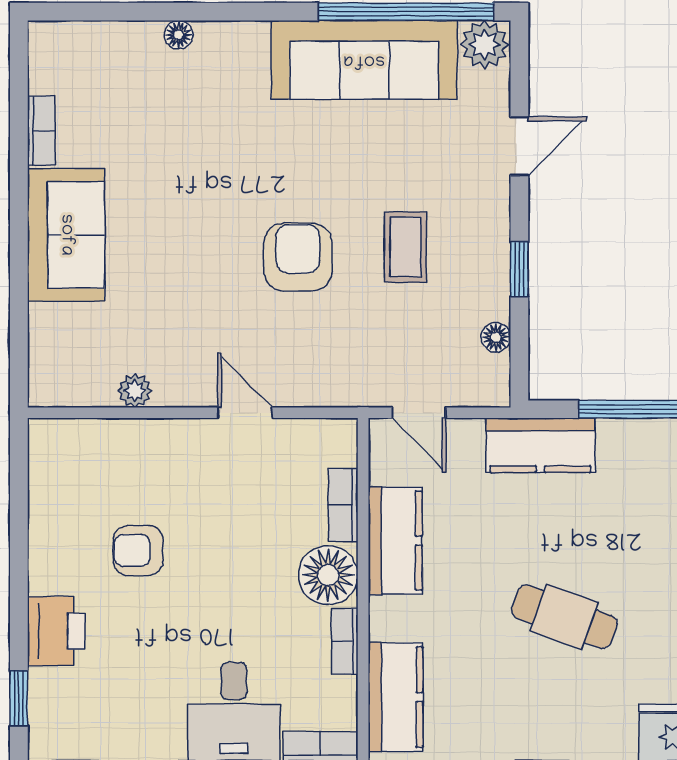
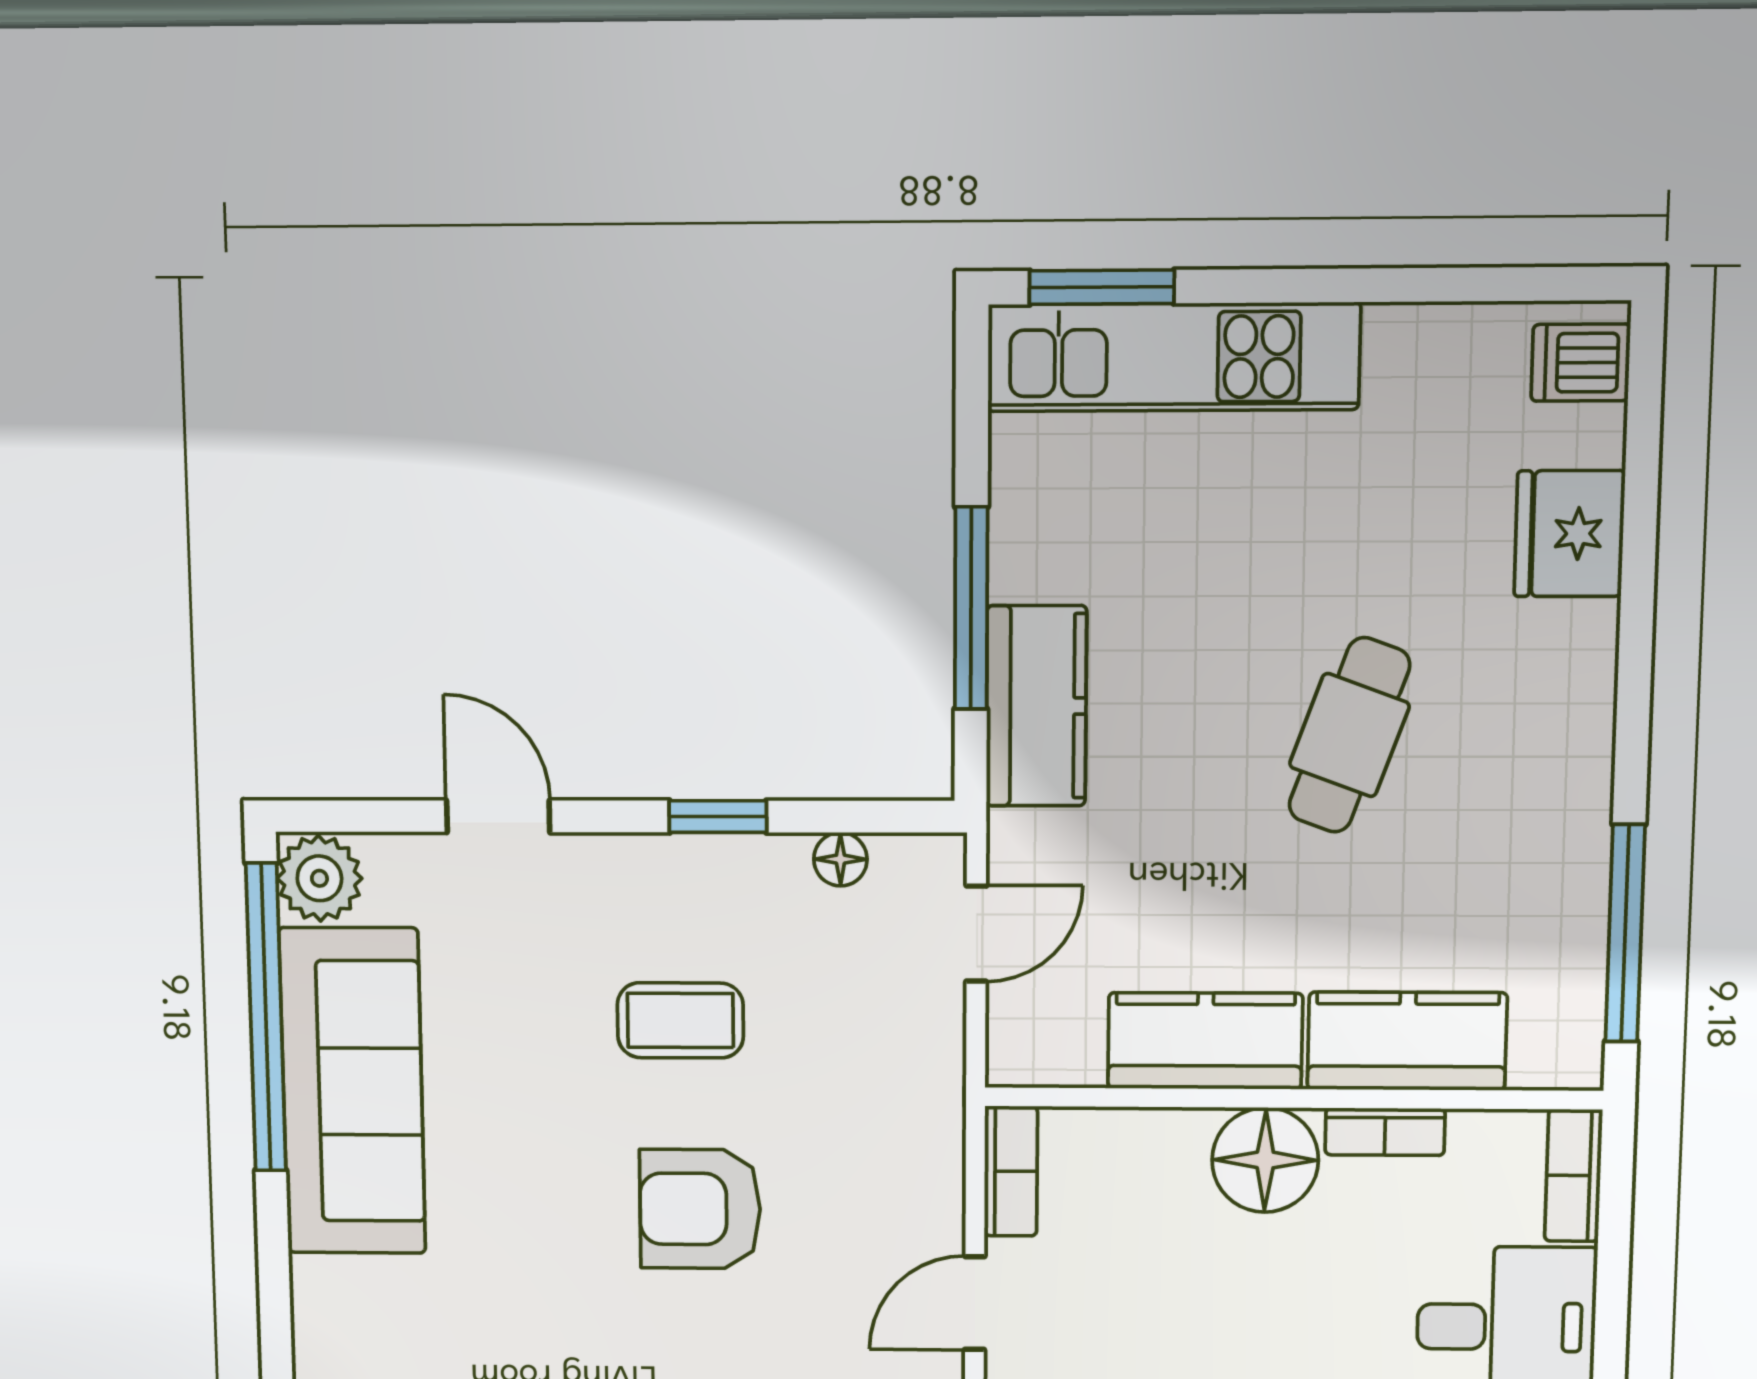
door: (419, 413) -> (976, 934), moved
kitchen counter: (540, 445) -> (1036, 706), moved
bookcase: (343, 505) -> (1011, 1171), moved, turned -90
kitchen counter: (396, 697) -> (1407, 1041), moved

